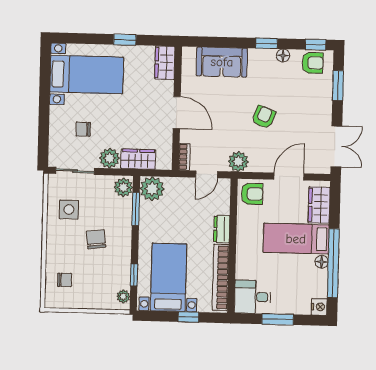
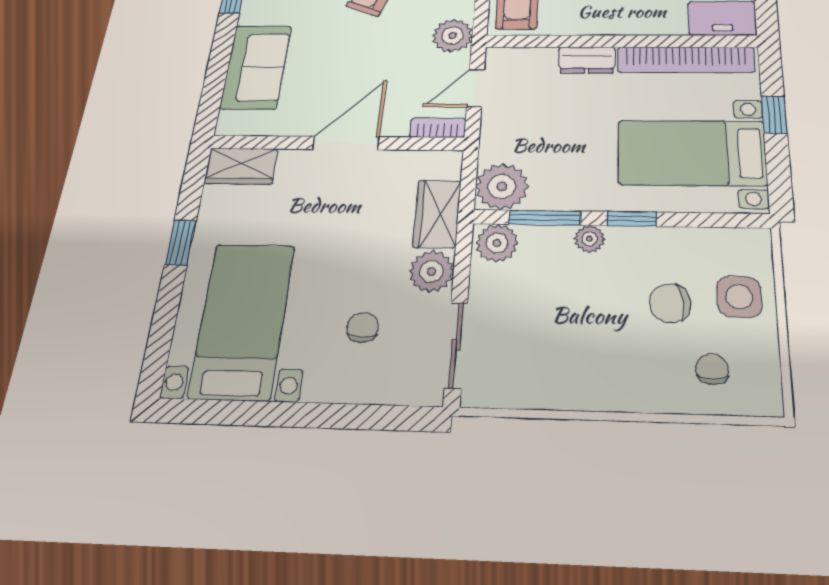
chair: (83, 129) -> (363, 327), turned 180
door: (207, 174) -> (476, 88), swing flipped
side table: (69, 210) -> (739, 297), moved
chair: (96, 239) -> (670, 303), moved
window: (134, 275) -> (632, 219), moved
plant: (123, 296) -> (589, 239), moved

